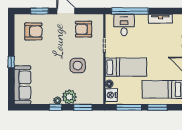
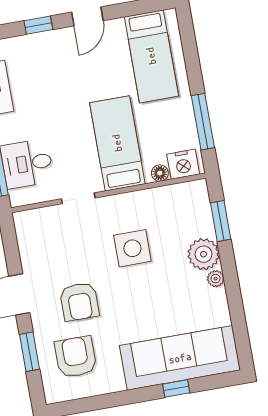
armchair: (84, 29) -> (79, 302), moved
window: (11, 62) -> (176, 388), moved
sofa: (22, 85) -> (180, 358), width x1.36, depth x1.27
window: (56, 107) -> (231, 280), removed
window: (158, 107) -> (192, 60), removed

